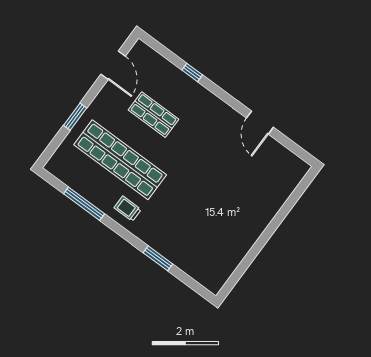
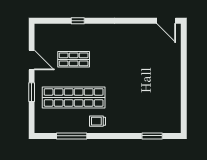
door: (113, 65) -> (32, 60), moved
door: (260, 123) -> (166, 21), moved
window: (158, 258) -> (152, 136), moved

